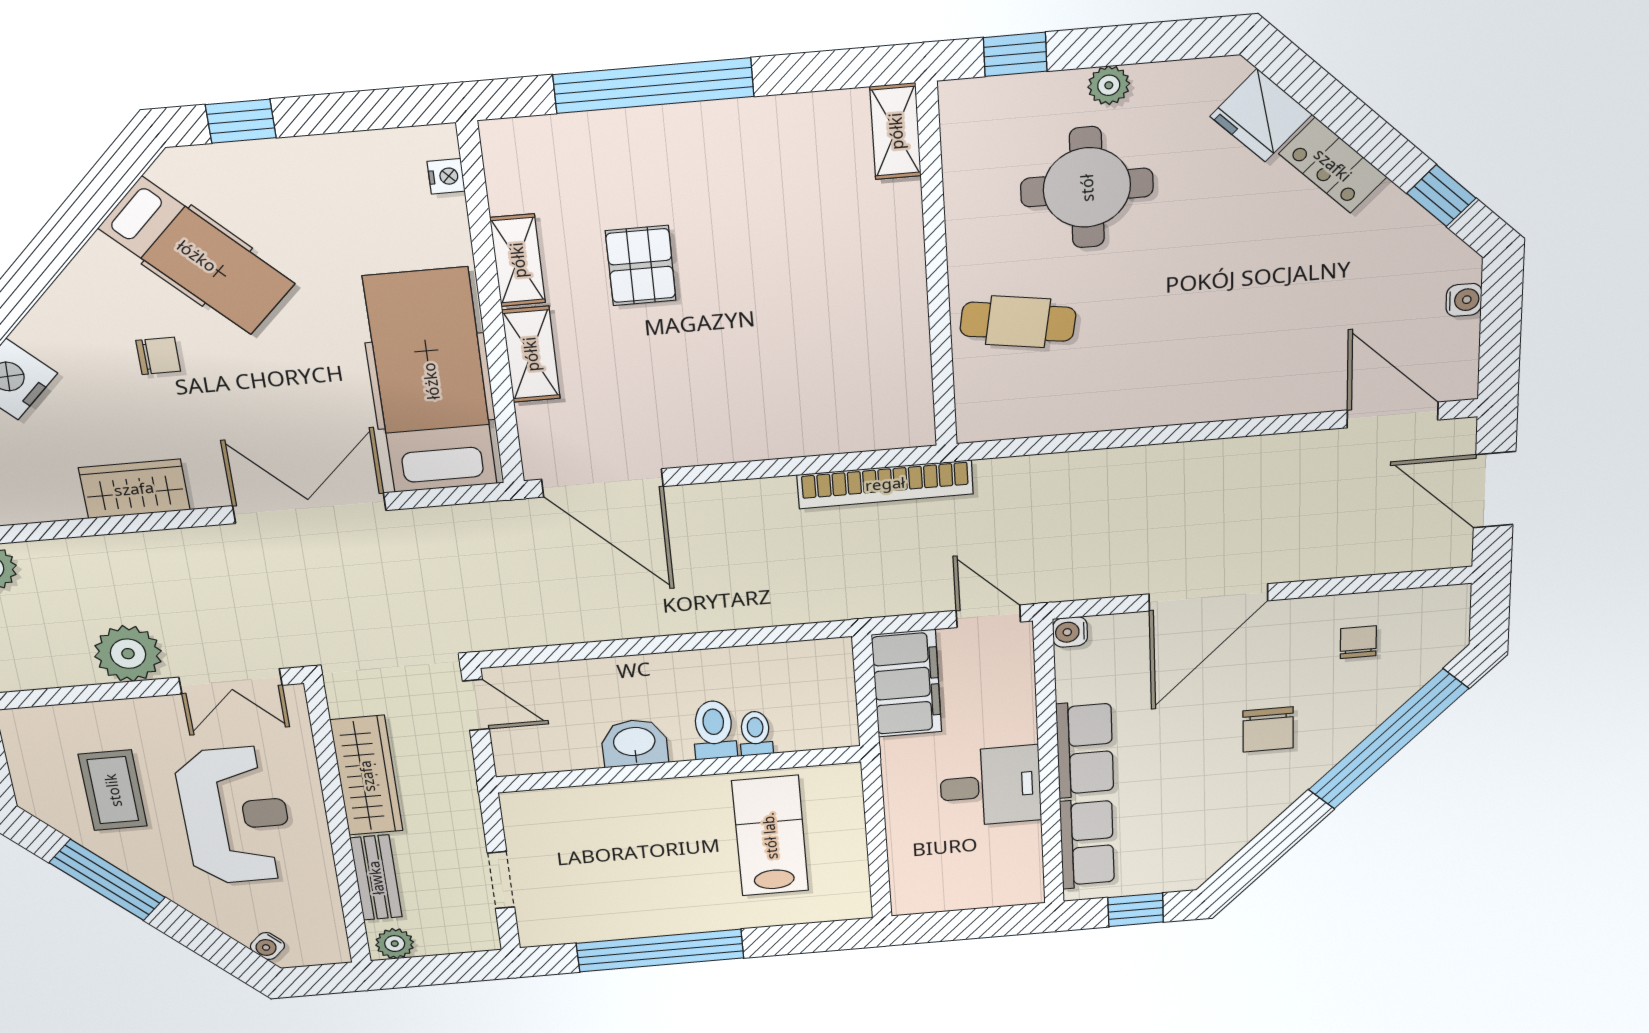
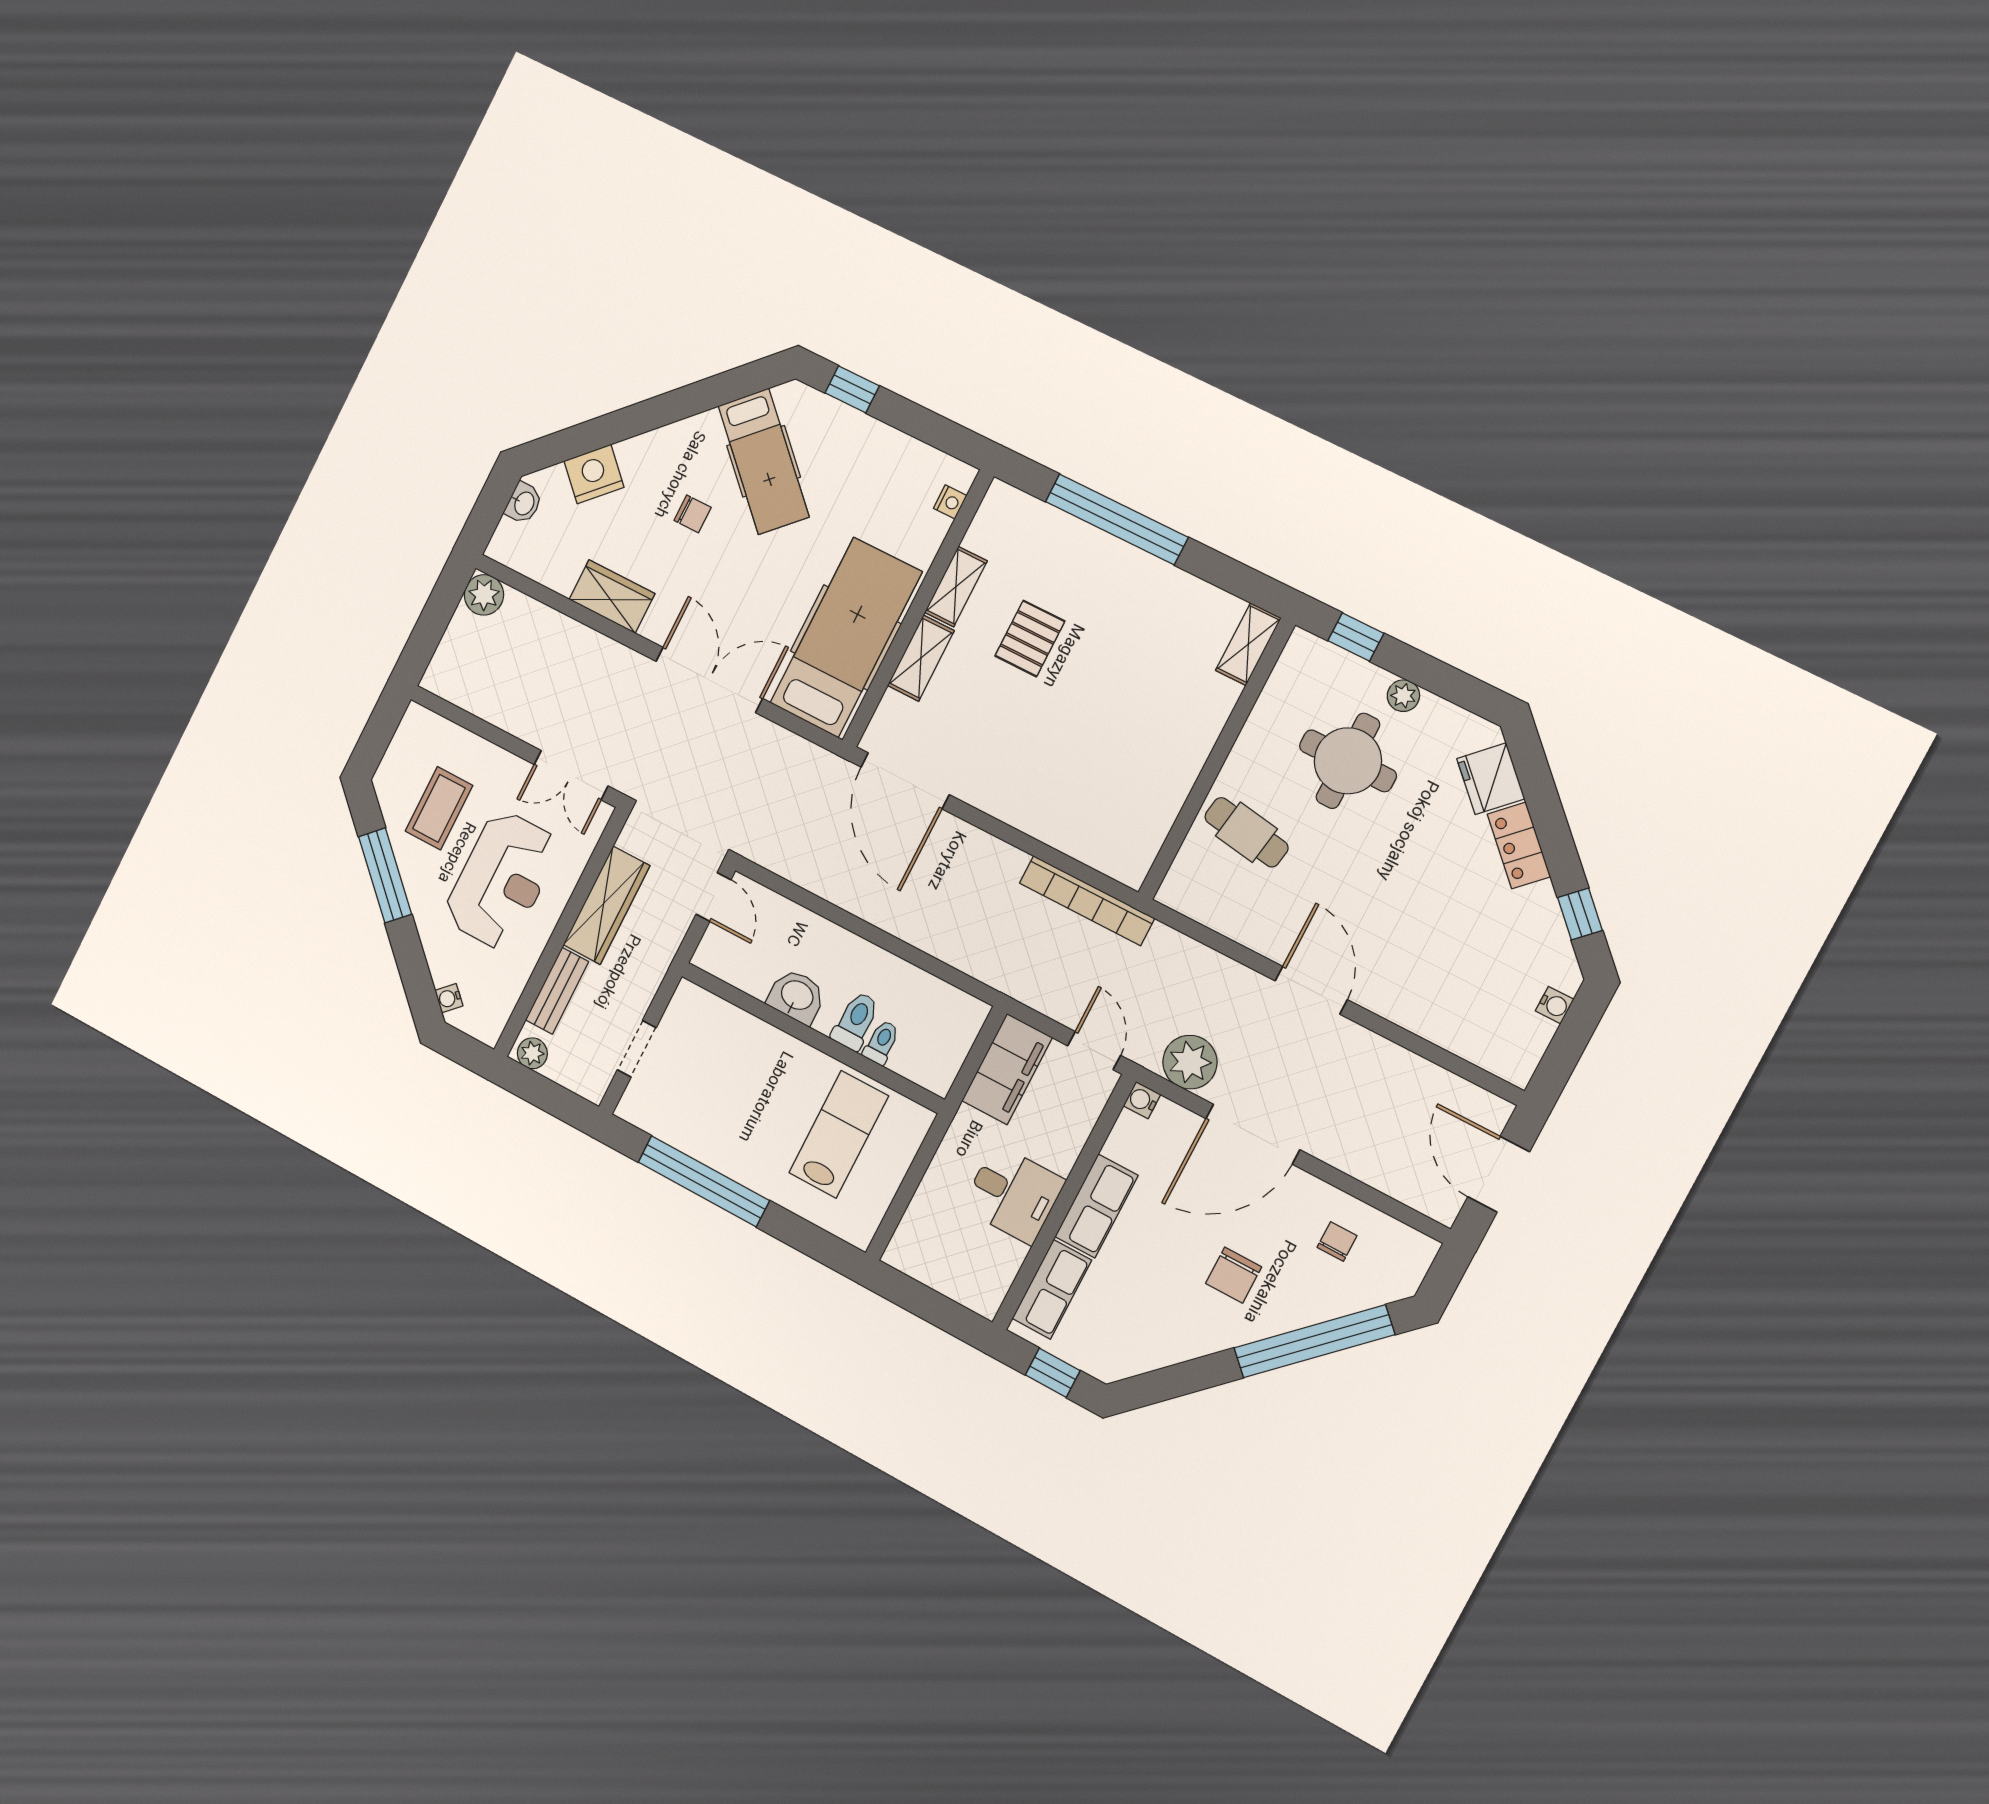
door: (1393, 415) -> (1311, 990), moved
plant: (128, 654) -> (1190, 1062), moved

